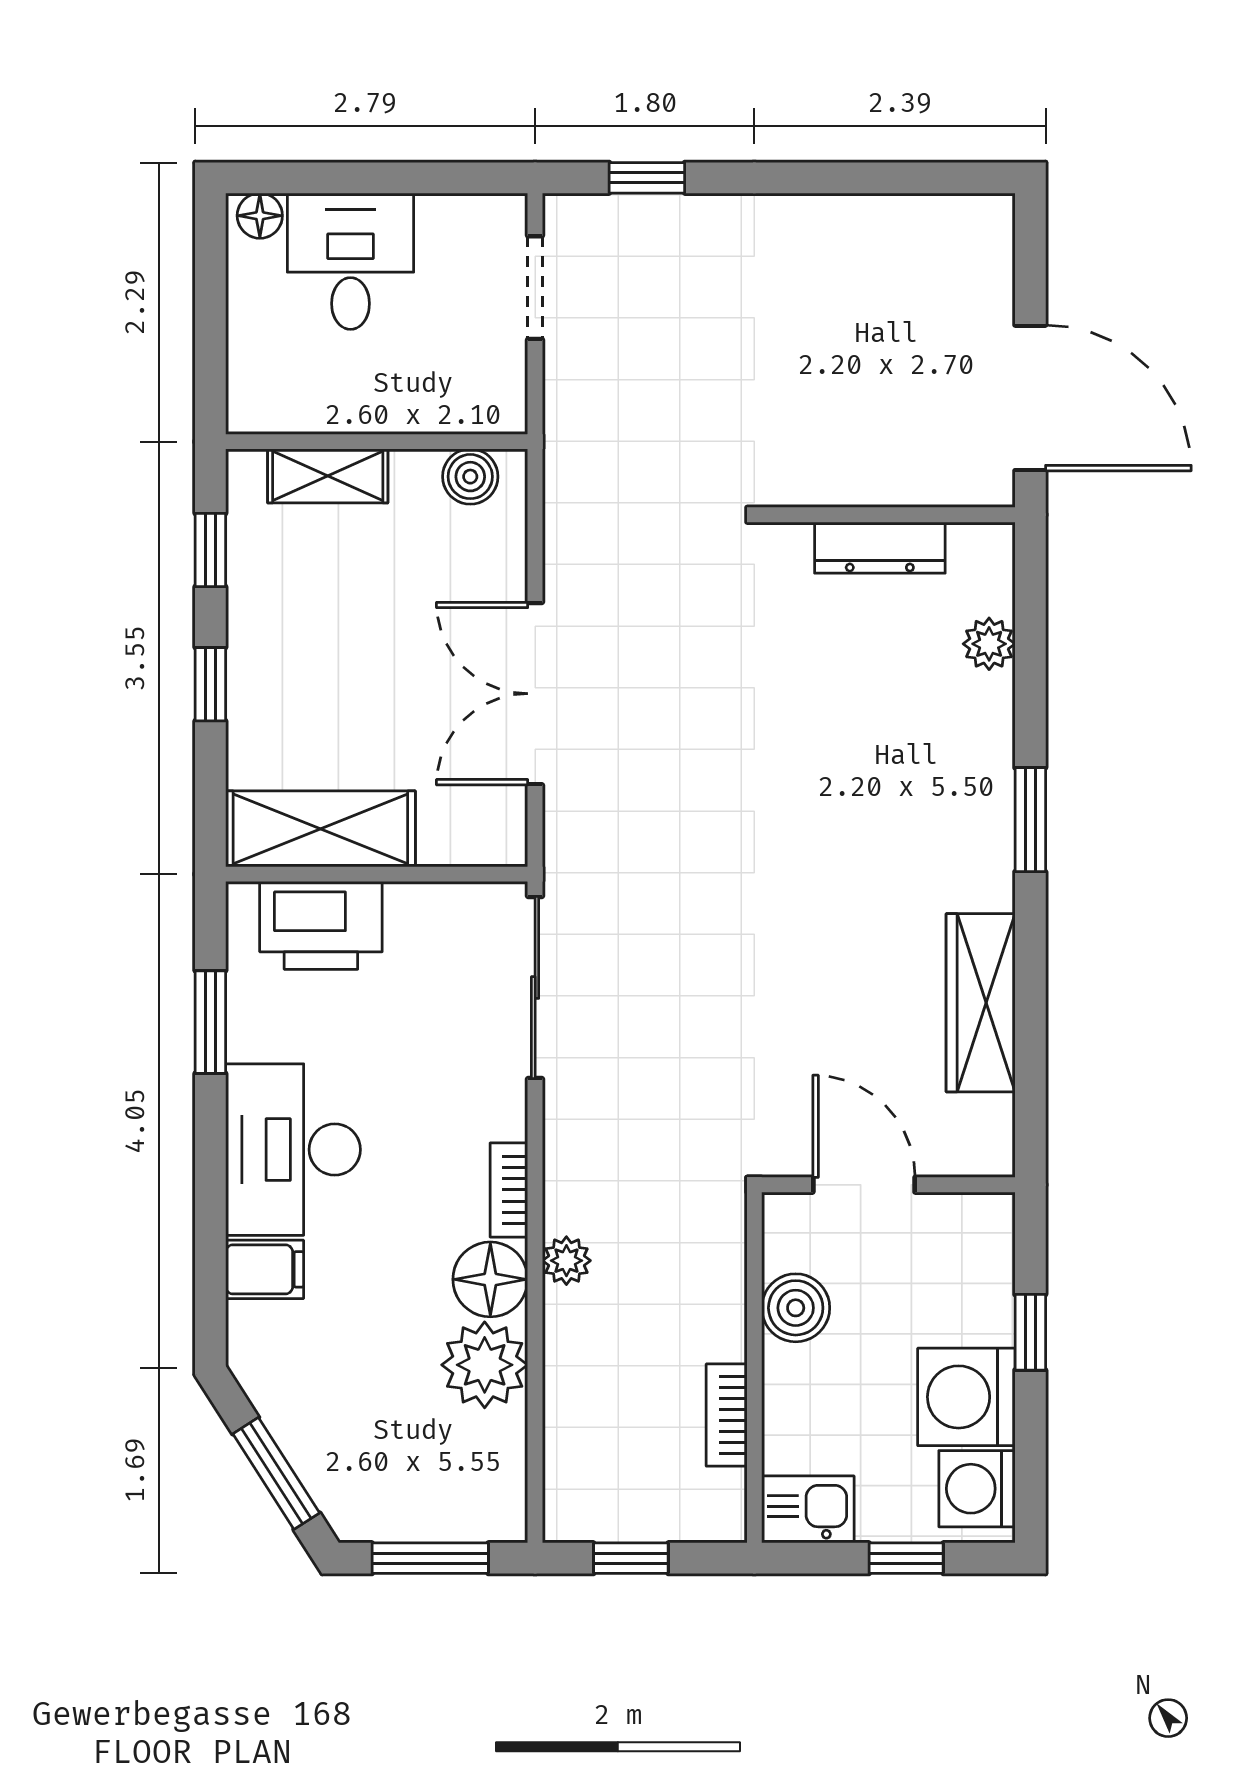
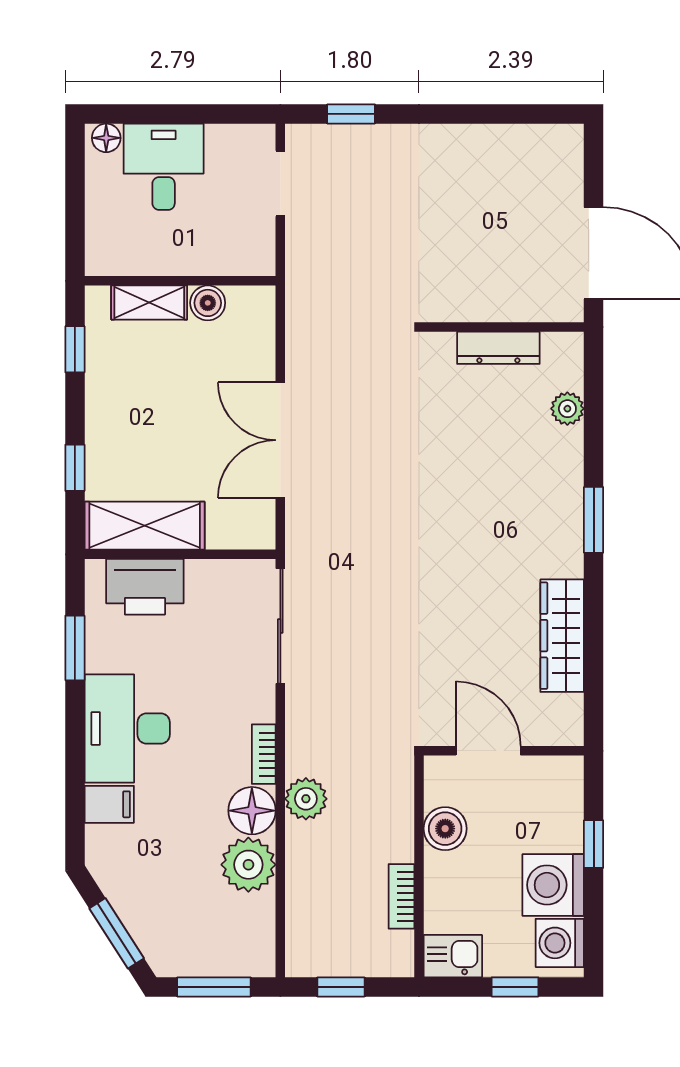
boiler: (470, 477) -> (208, 303), moved
window: (210, 684) -> (75, 468), moved
plant: (566, 1261) -> (306, 799), width x1.38, depth x1.38

